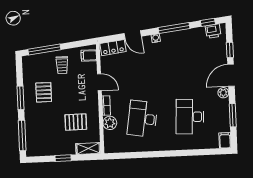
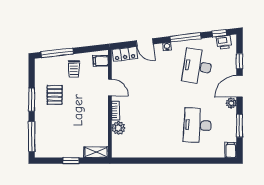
desk: (143, 119) -> (197, 66), moved
pallet: (76, 122) -> (85, 126), removed

